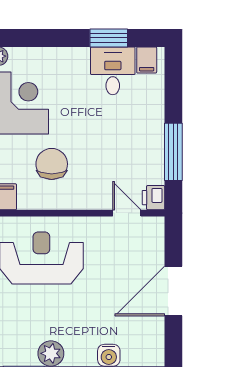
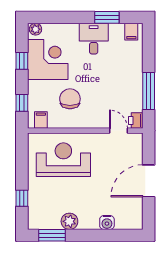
desk: (113, 71) -> (94, 39), moved

